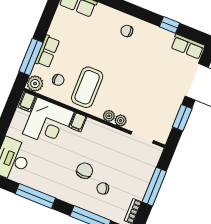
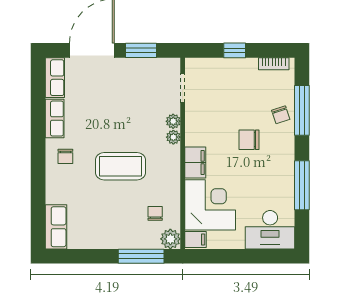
window: (170, 25) -> (38, 109), removed
row of seats: (47, 51) -> (55, 119), moved, turned 90
coffee table: (87, 87) -> (121, 166), moved
filing cabinet: (78, 122) -> (195, 162), width x2.00
window: (154, 187) -> (235, 50), width x0.46
chair: (103, 188) -> (281, 115), moved

